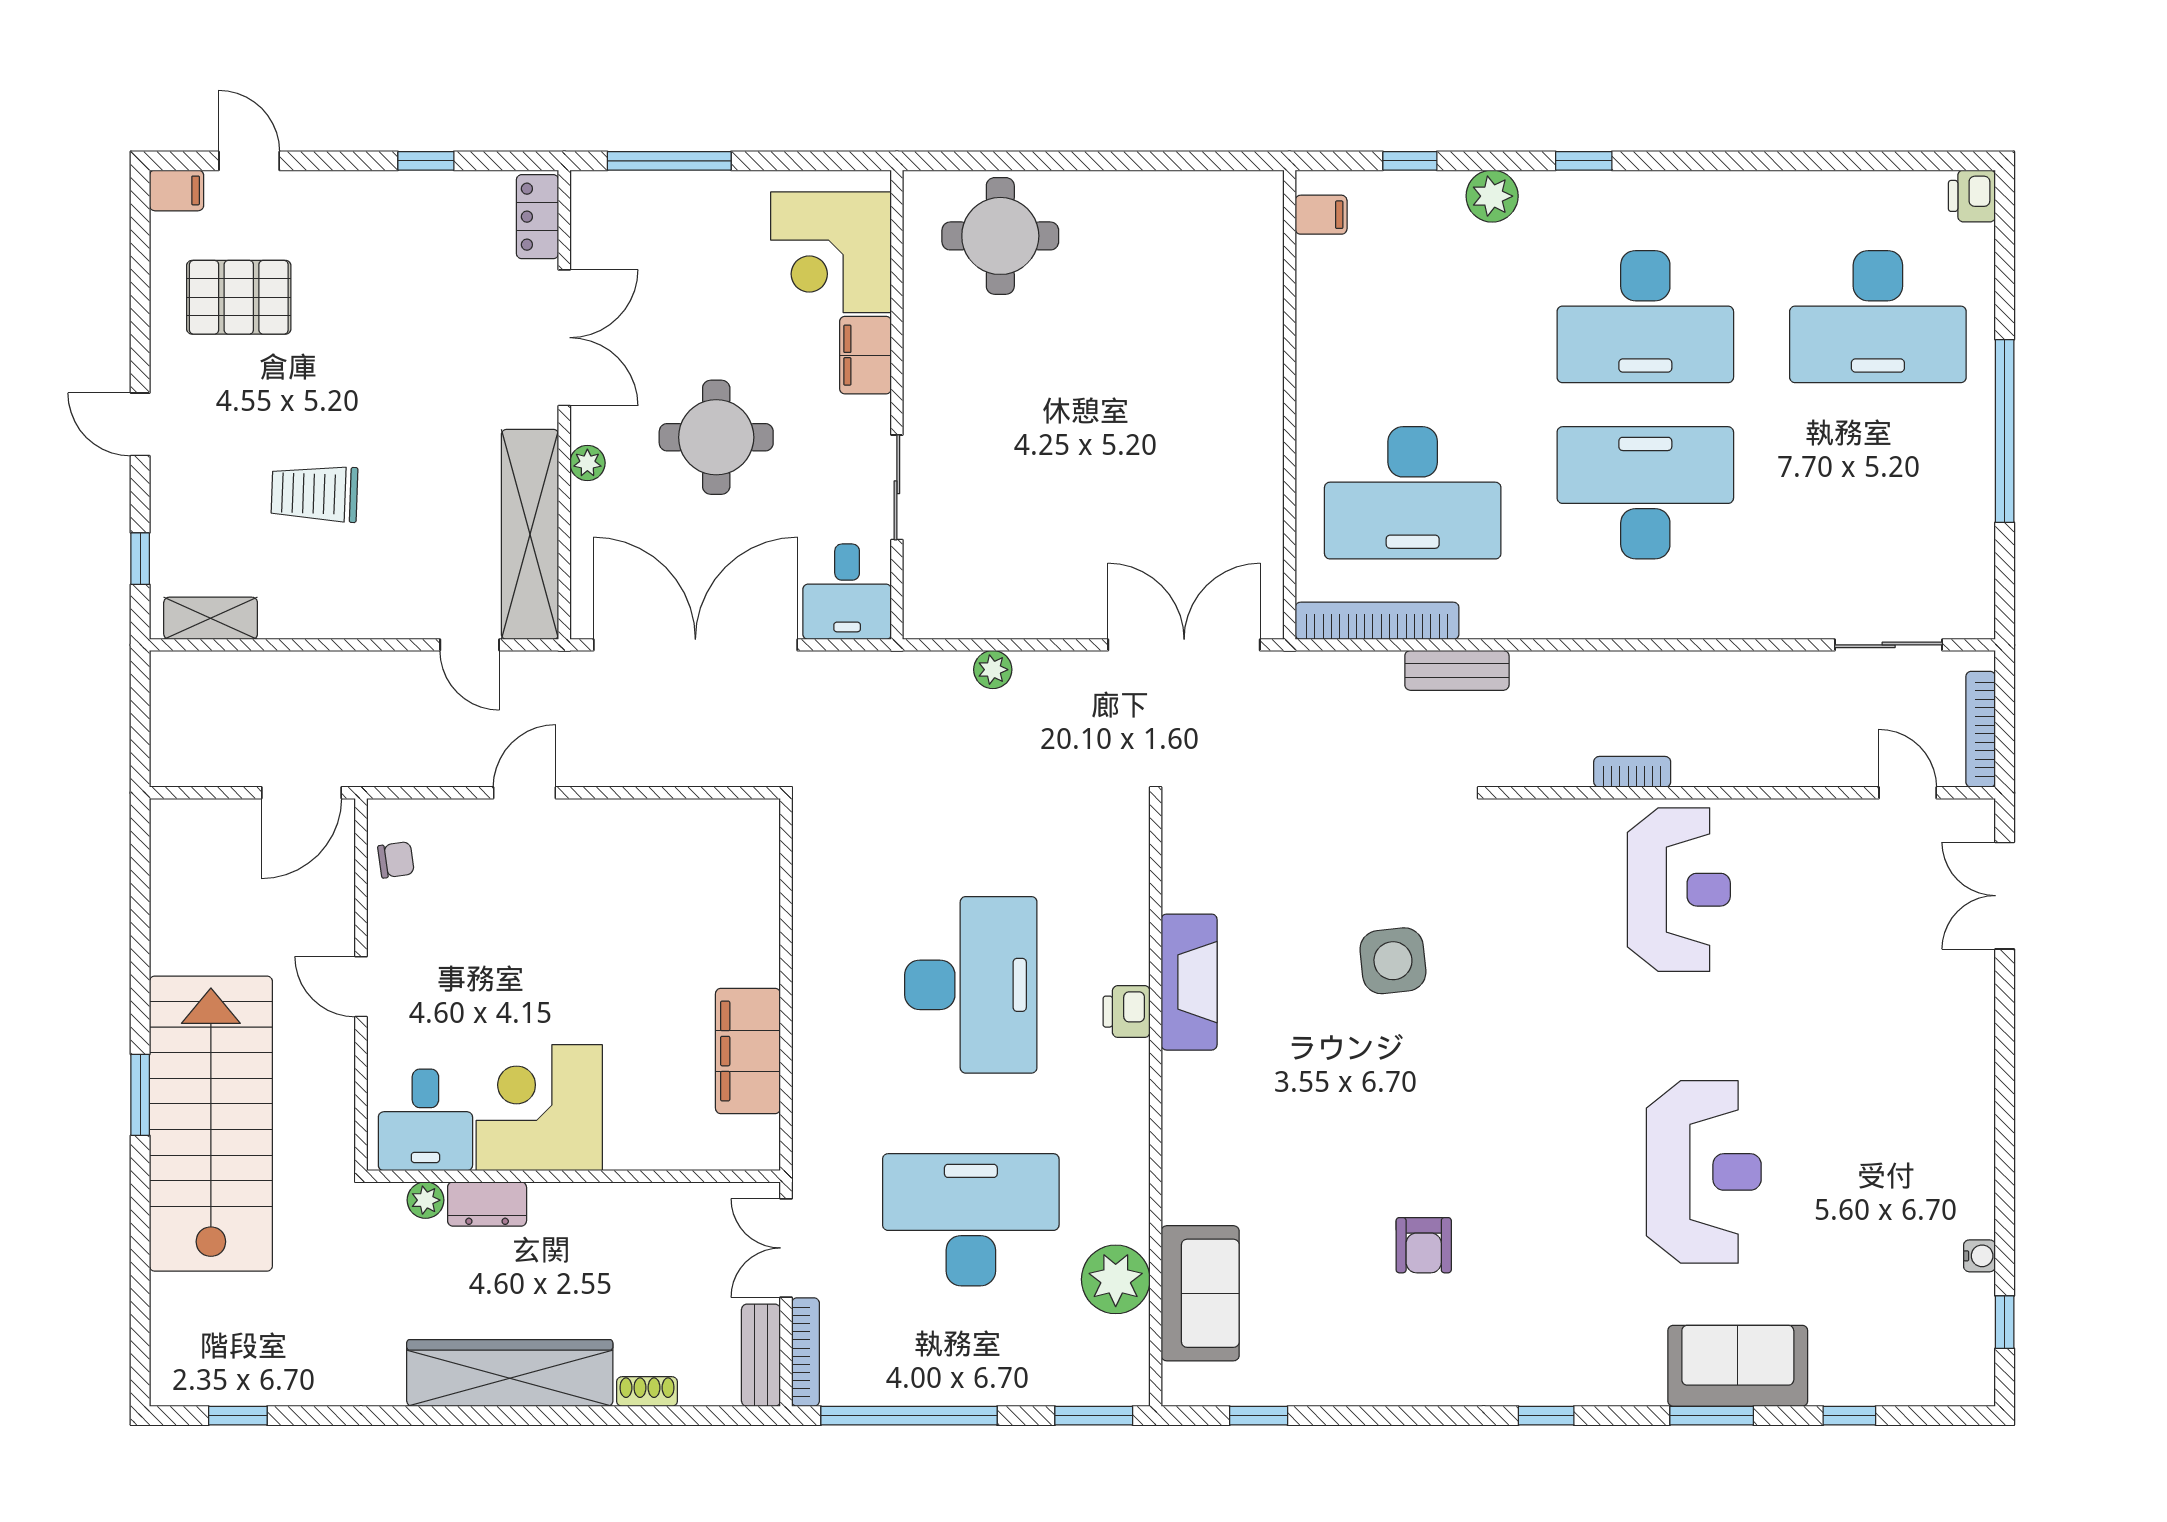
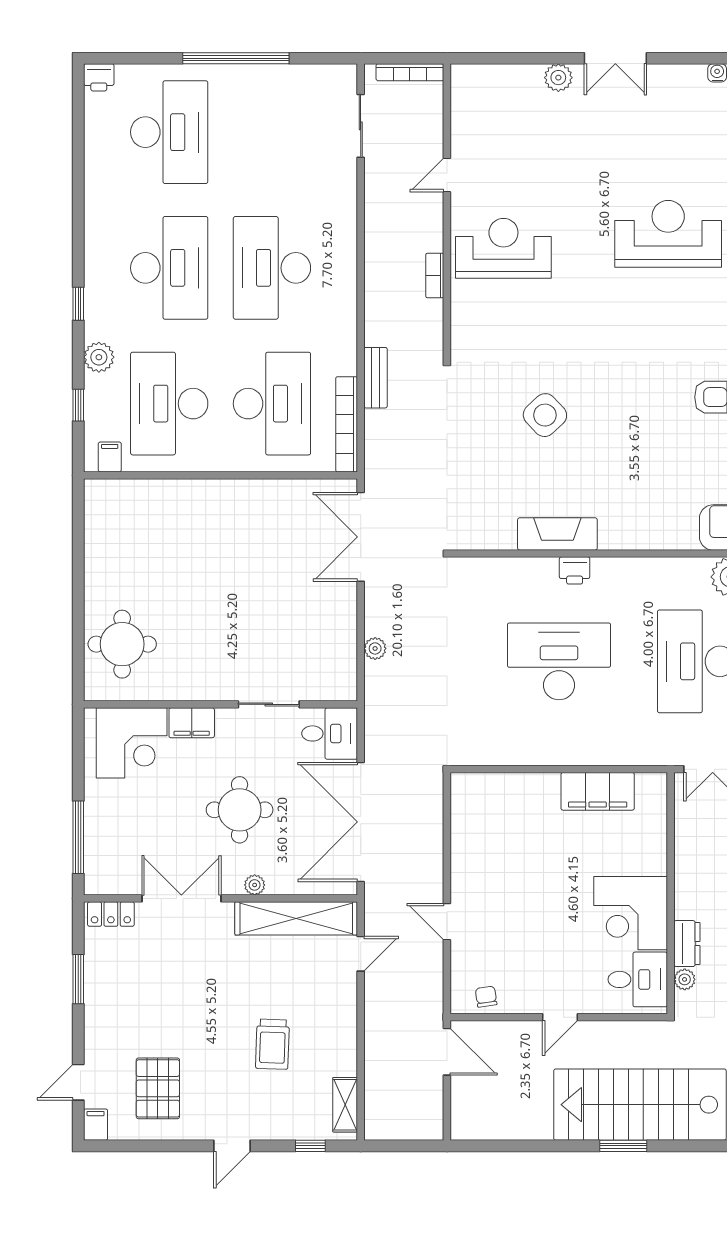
window: (426, 161) -> (78, 979), width x1.50
desk: (1413, 317) -> (169, 404), added
door: (1908, 793) -> (447, 175), moved
double door: (2005, 896) -> (615, 58), moved
side table: (1393, 961) -> (545, 415), turned -37
plant: (1971, 984) -> (558, 78), added

